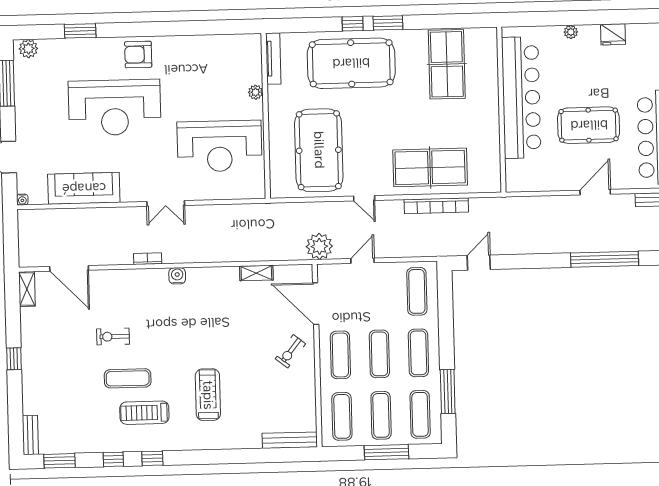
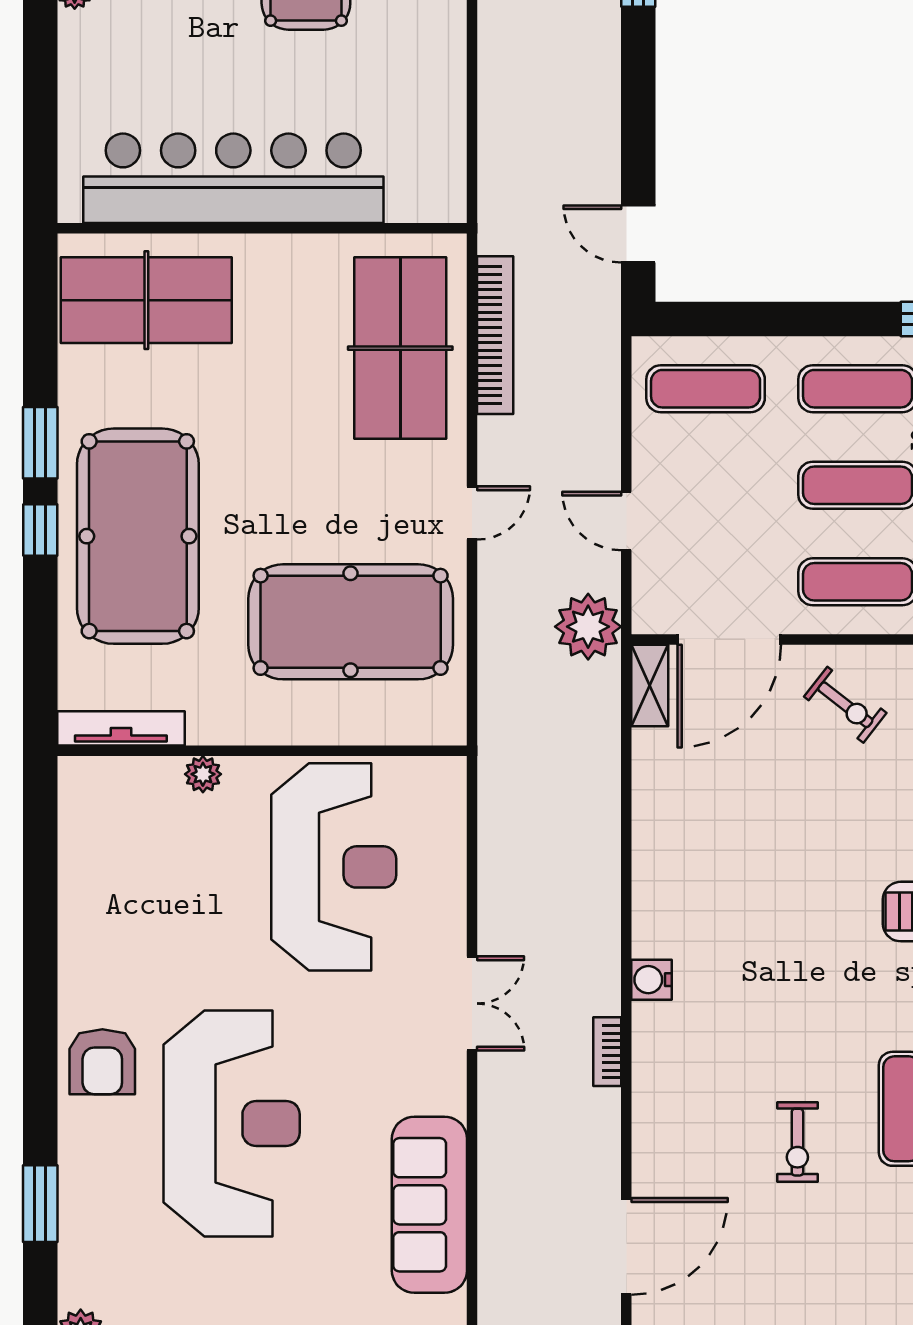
bar counter: (521, 97) -> (233, 178), moved
wall: (501, 110) -> (262, 228), moved
shelving: (256, 273) -> (650, 685), moved

